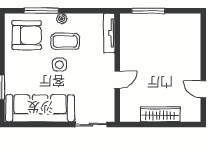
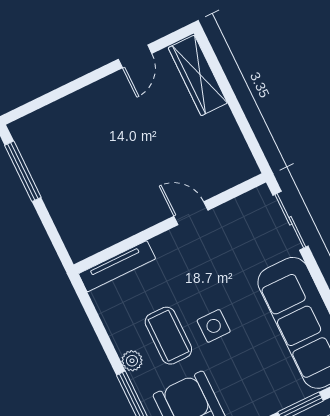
window: (148, 11) -> (23, 171), moved
wardrobe: (160, 114) -> (198, 75), moved

